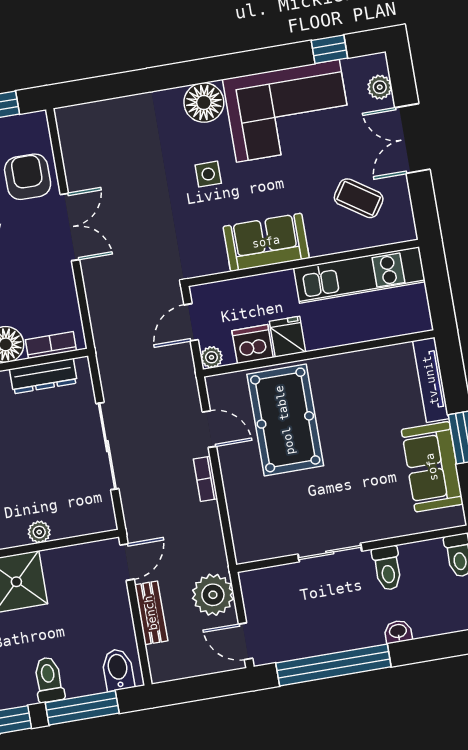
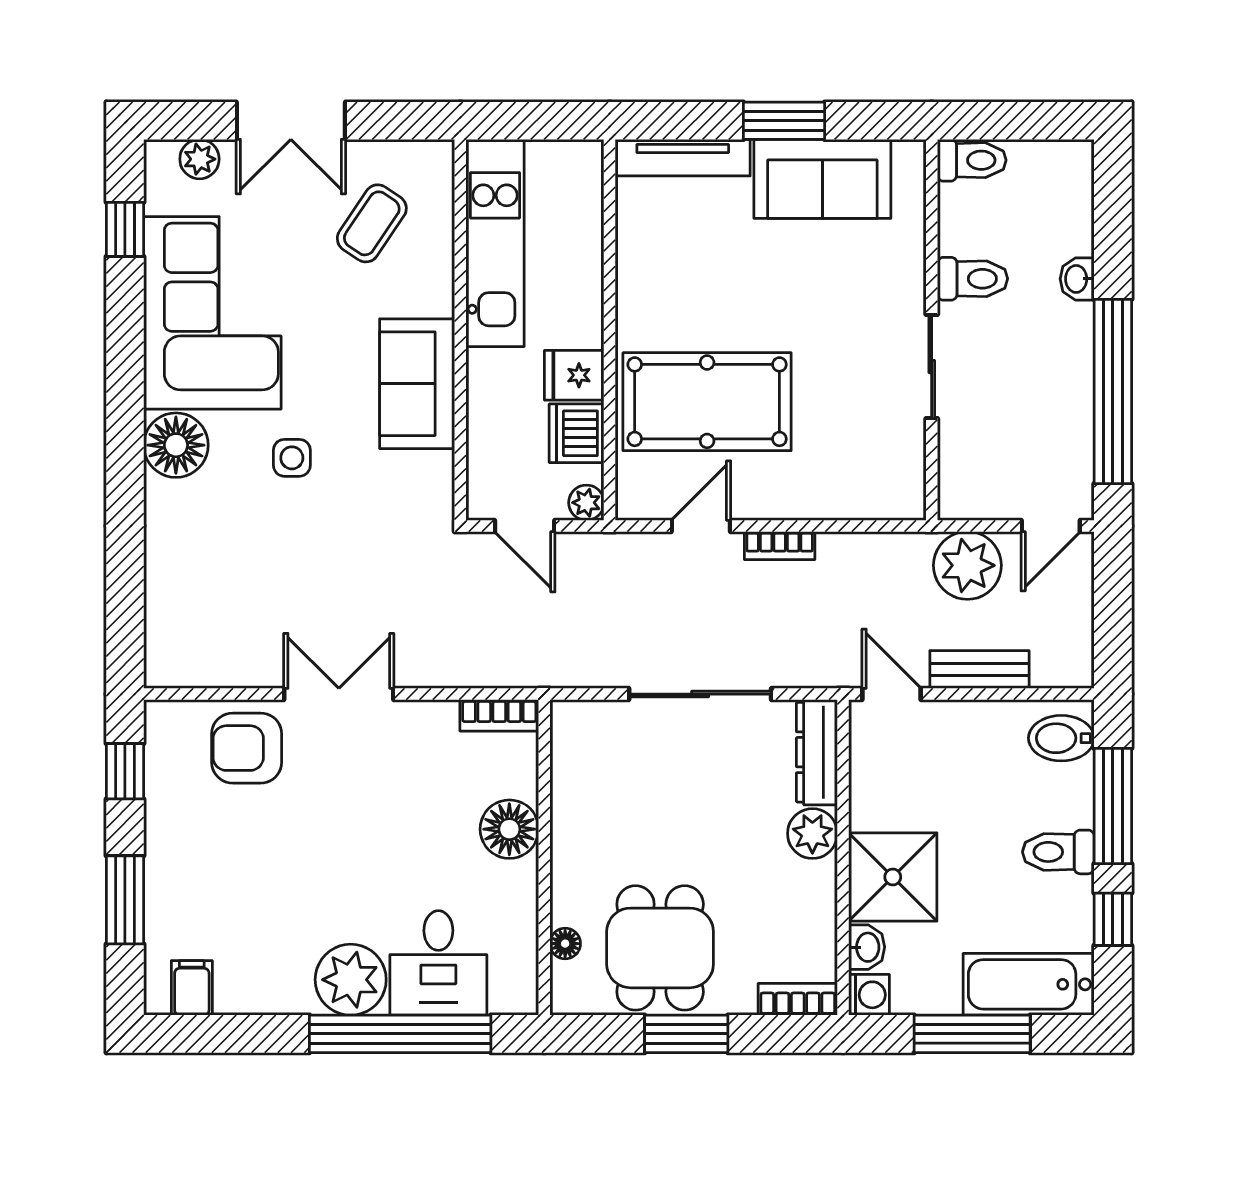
bookcase: (51, 345) -> (499, 715), moved, turned -90
dresser: (43, 376) -> (817, 752), moved, turned 180
plant: (39, 532) -> (812, 834), width x1.38, depth x1.38

